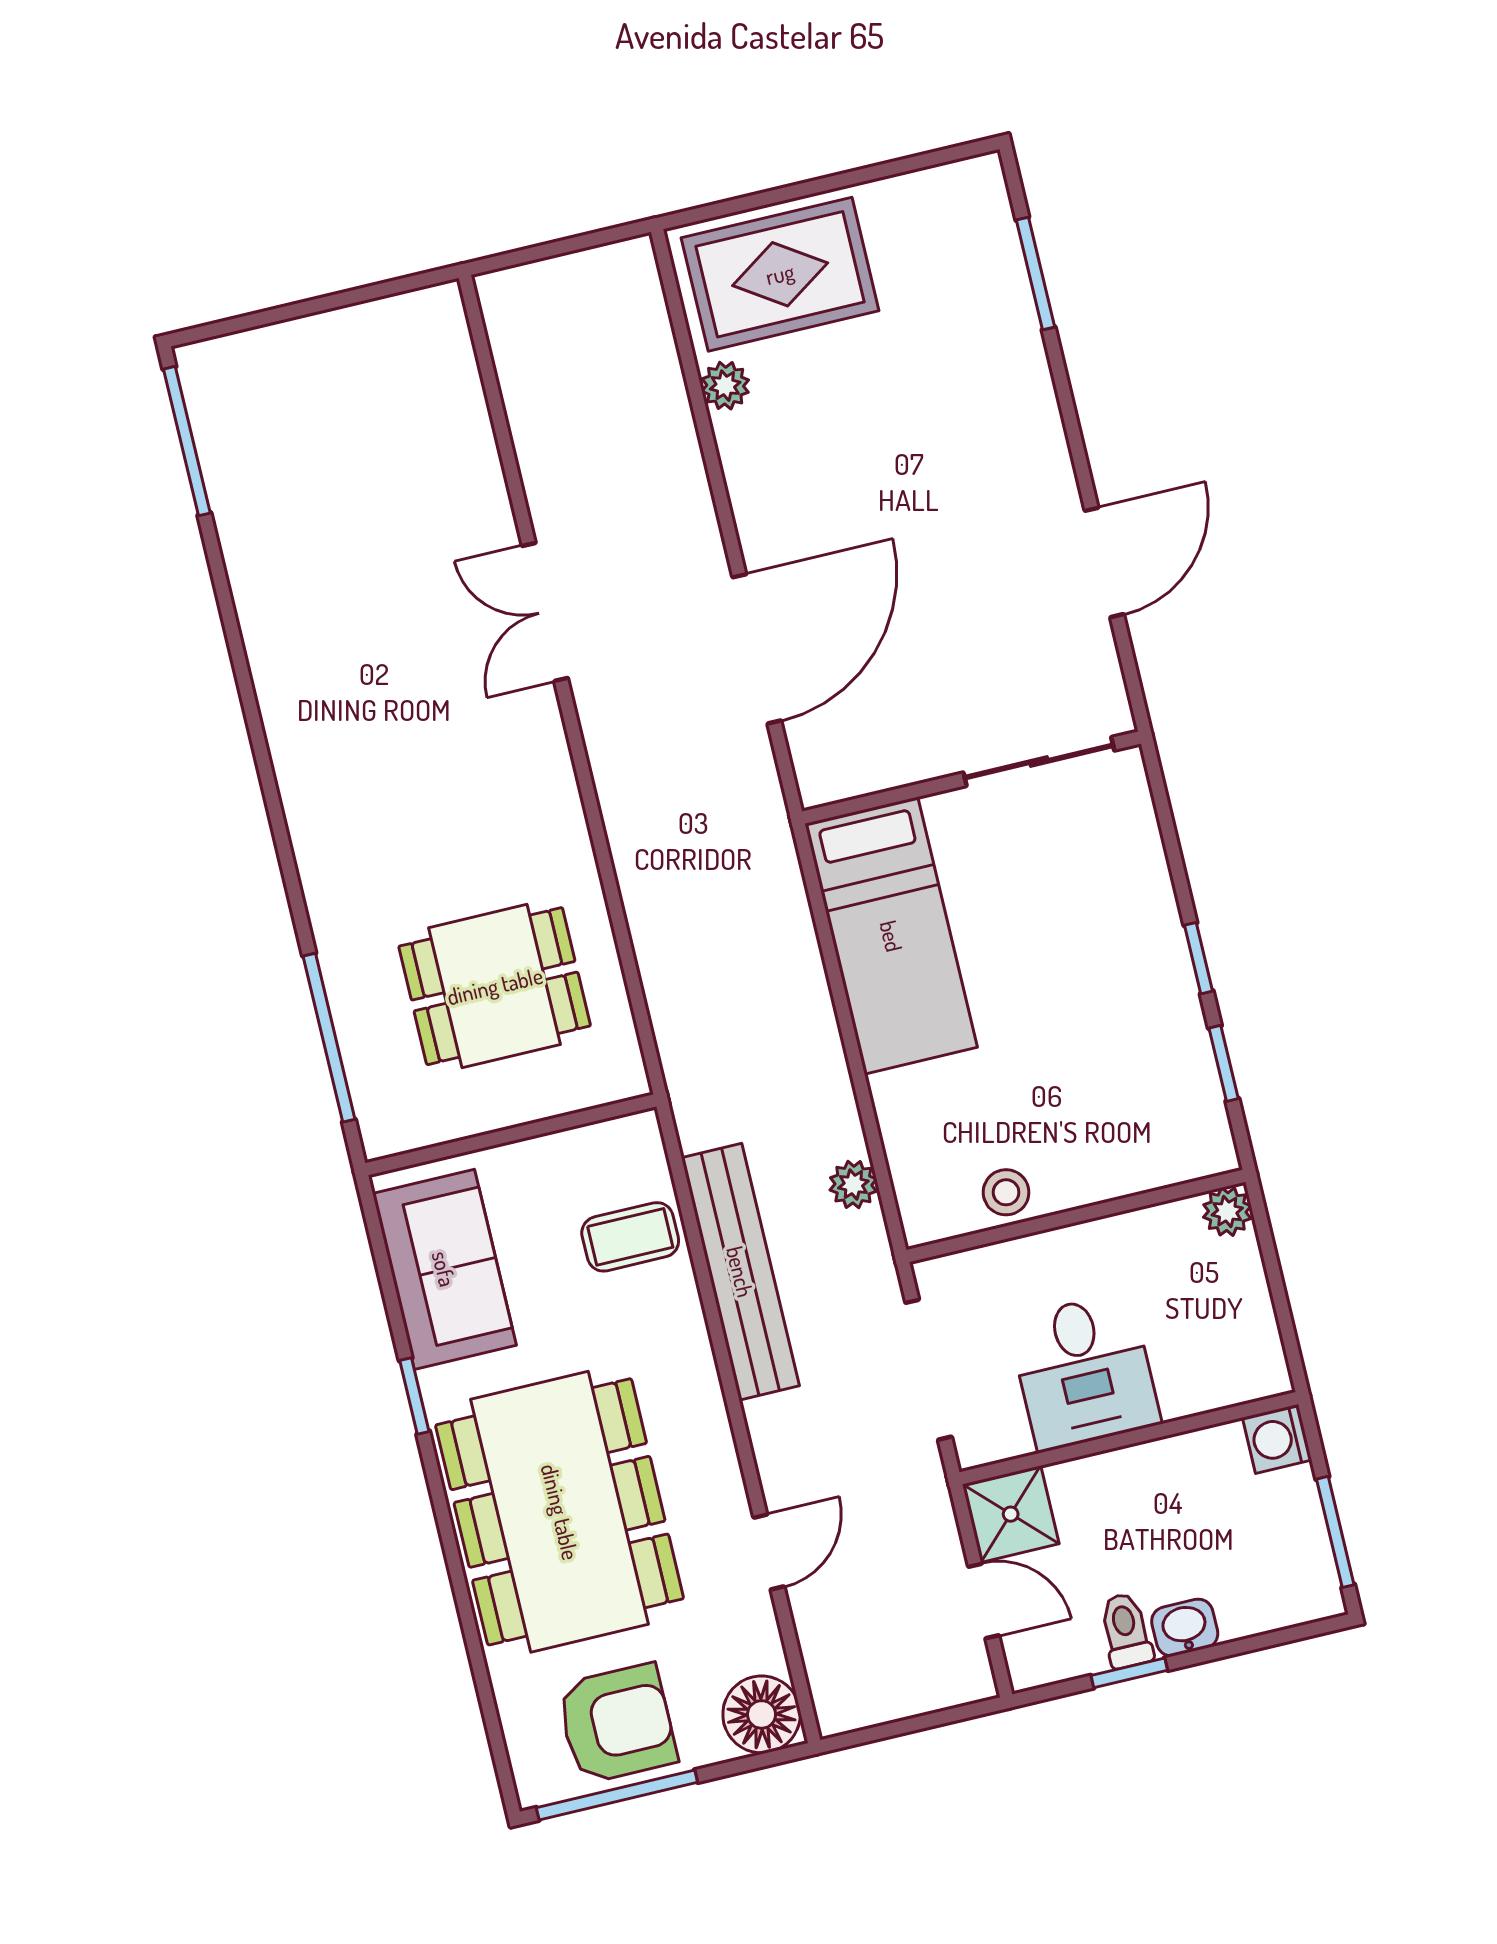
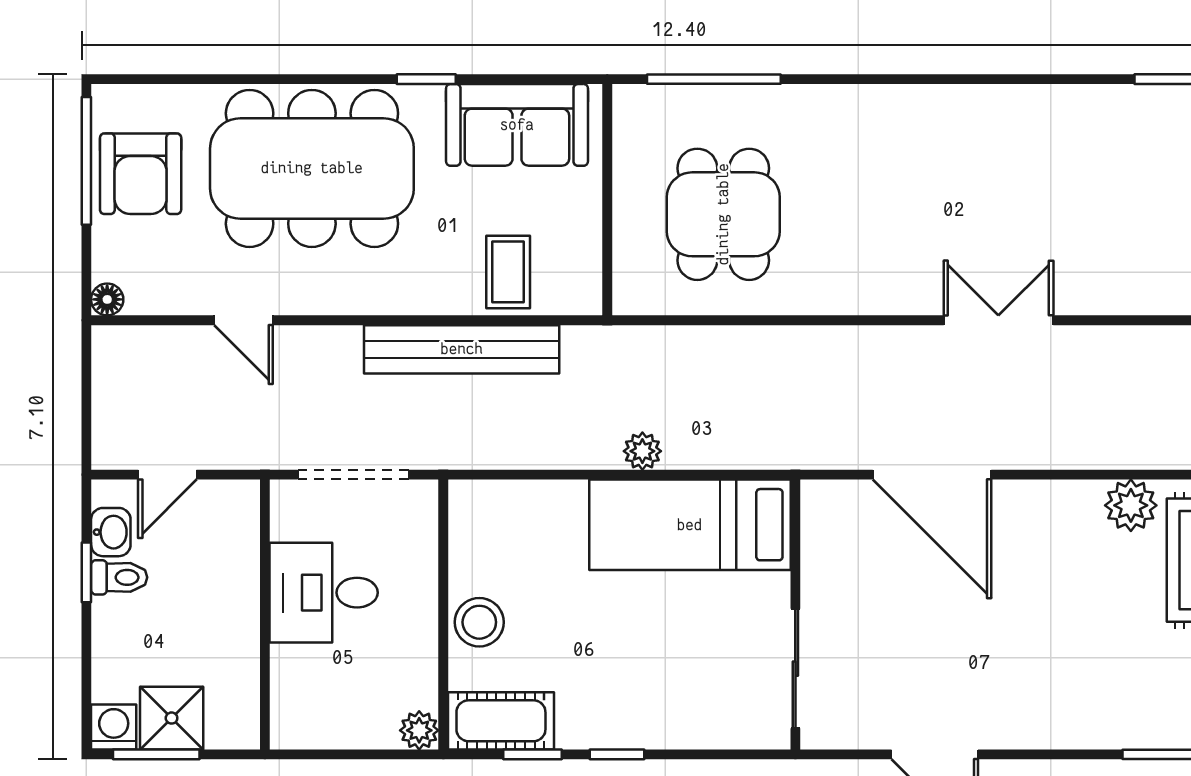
plant: (725, 386) -> (1131, 505), width x1.38, depth x1.38
cot: (1191, 1113) -> (501, 721), added
plant: (853, 1185) -> (642, 451), moved
stool: (1006, 1192) -> (479, 622), moved, width x1.37, depth x1.37
washing machine: (1277, 1439) -> (114, 727), moved
shower: (1011, 1514) -> (172, 718), moved
washbasin: (1185, 1628) -> (111, 532), moved
floor lamp: (762, 1714) -> (107, 299), width x0.53, depth x0.53

